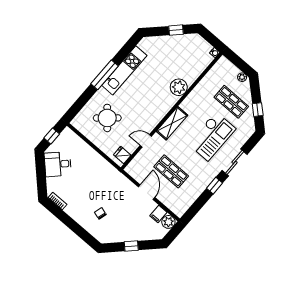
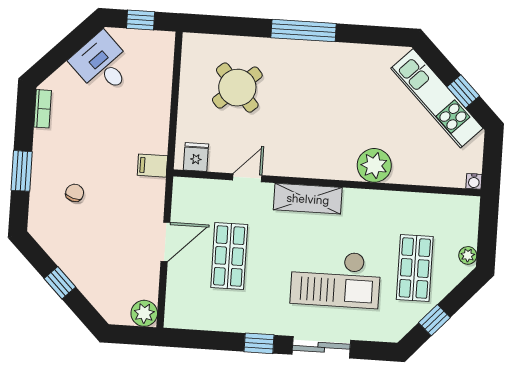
kitchen unit: (124, 70) -> (437, 98), moved, turned 45
door: (146, 141) -> (247, 178), hinge flipped
filing cabinet: (158, 214) -> (152, 166), moved
window: (76, 228) -> (22, 171), added

